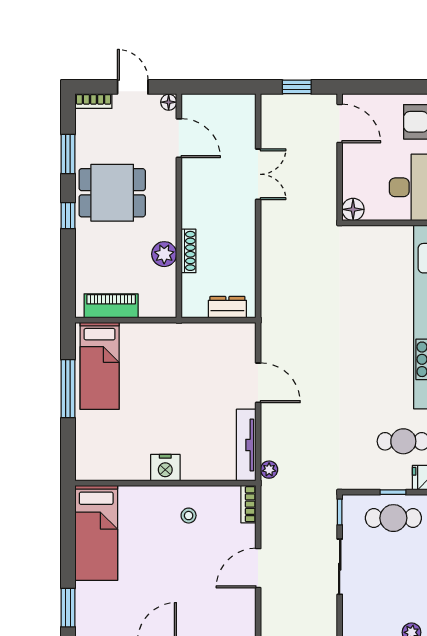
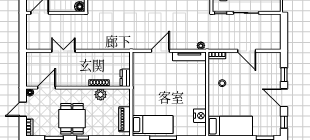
window: (297, 87) -> (23, 33), removed
dresser: (227, 307) -> (125, 78), moved
nightstand: (165, 468) -> (200, 116), moved

